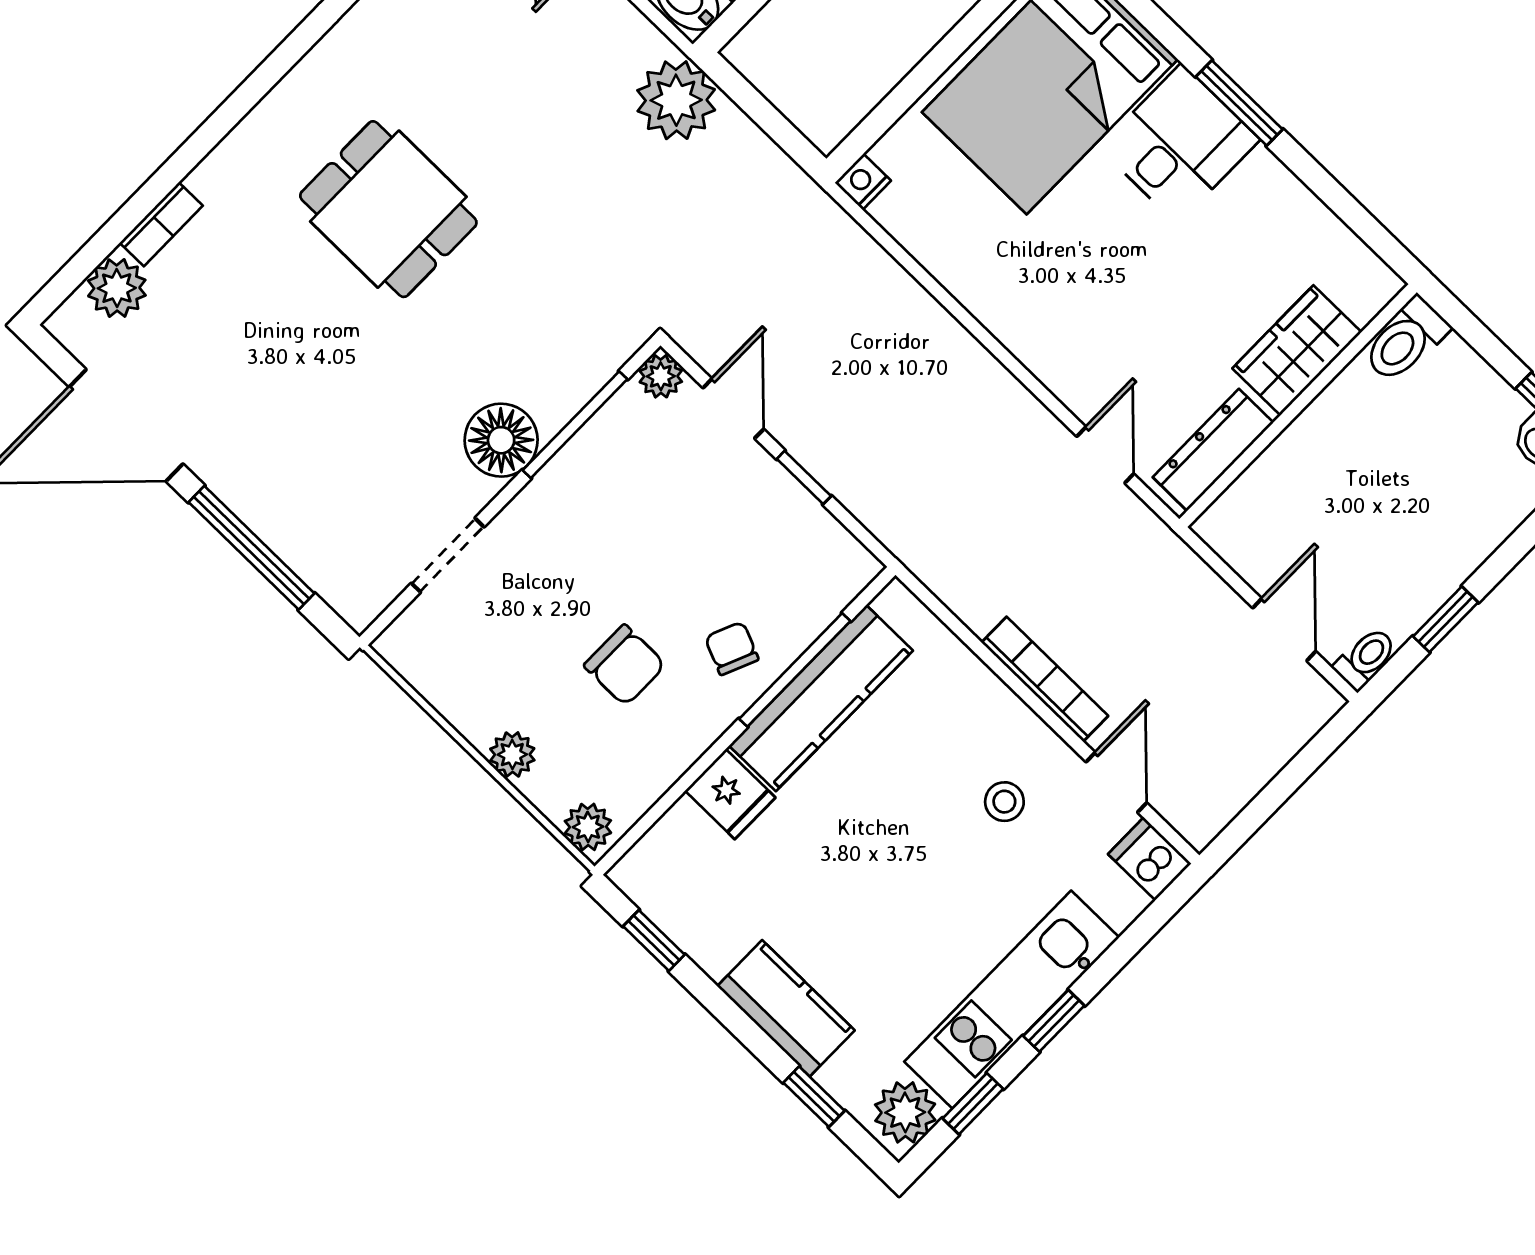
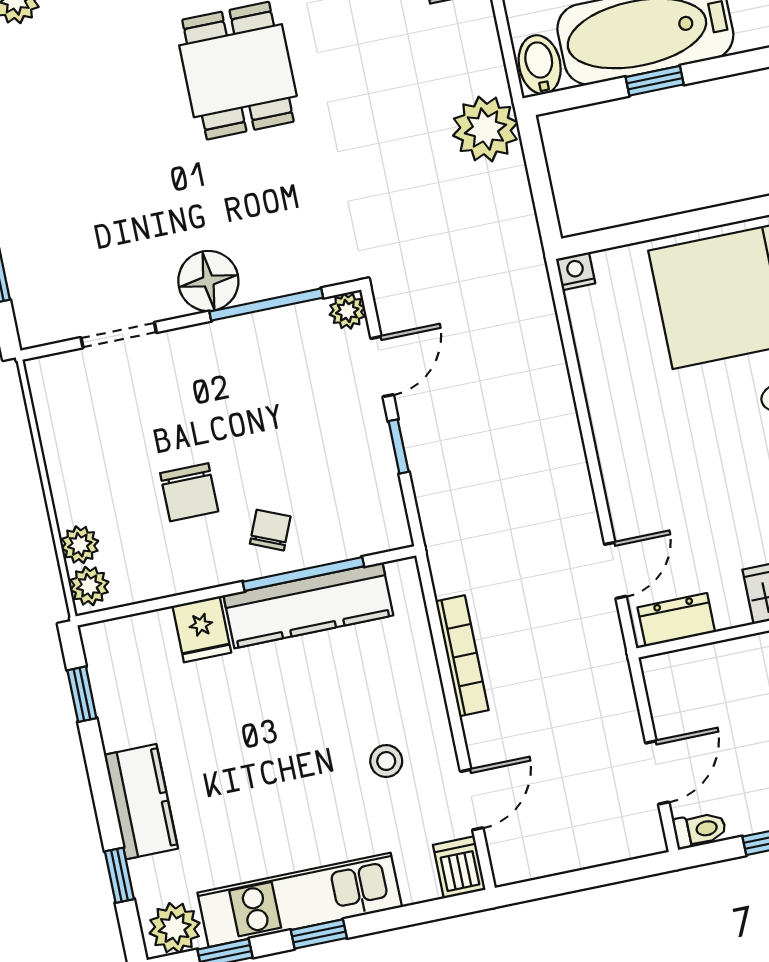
dresser: (1213, 450) -> (676, 620), width x0.70
bookcase: (1045, 679) -> (462, 656), moved
plant: (512, 755) -> (80, 545), moved

